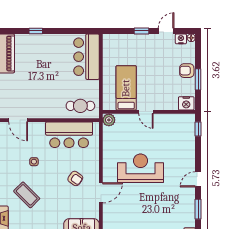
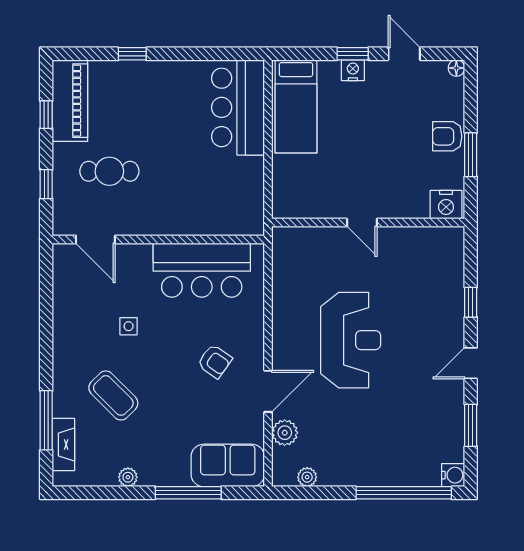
door: (166, 31) -> (404, 54), hinge flipped
nightstand: (181, 39) -> (353, 70), moved
bed: (126, 88) -> (296, 106), moved, turned 180
cafe table: (80, 106) -> (109, 171), moved
plant: (109, 120) -> (285, 433), moved
window: (198, 129) -> (471, 302), moved
reception desk: (141, 168) -> (351, 340), turned 90

